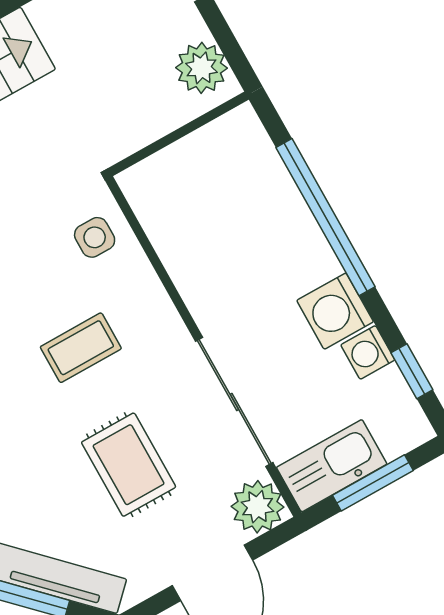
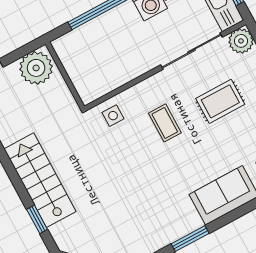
plant: (201, 68) -> (36, 68), width x1.36, depth x1.36

